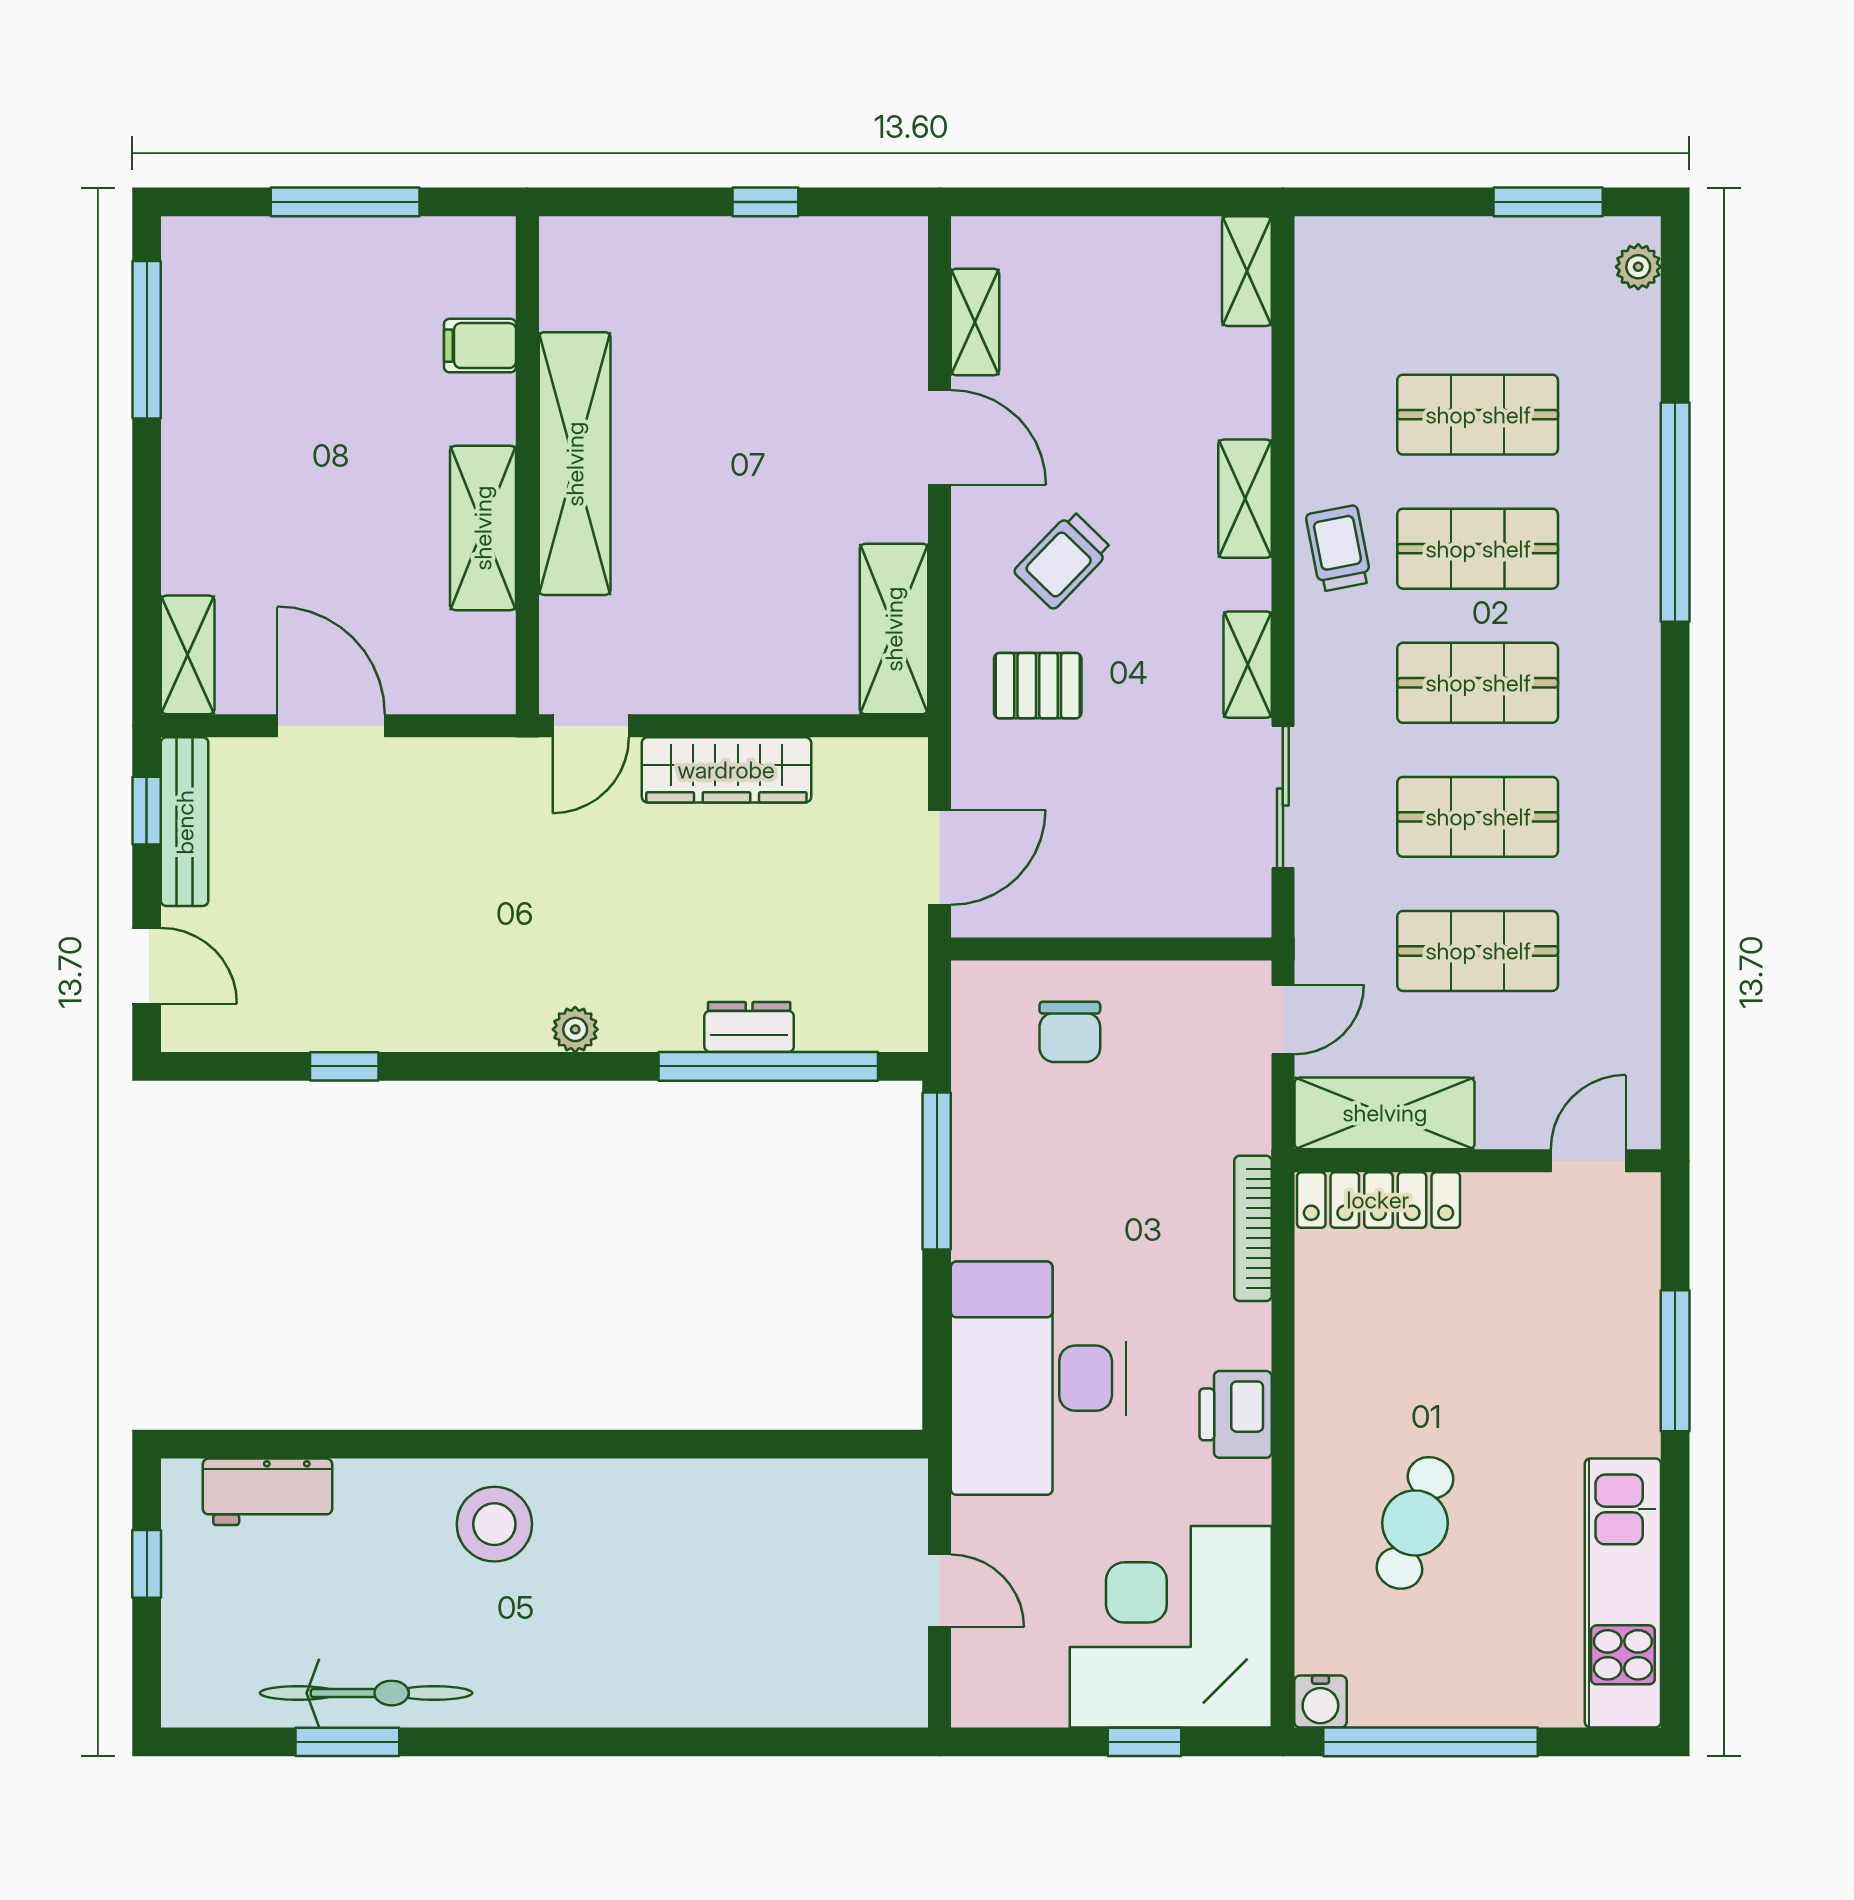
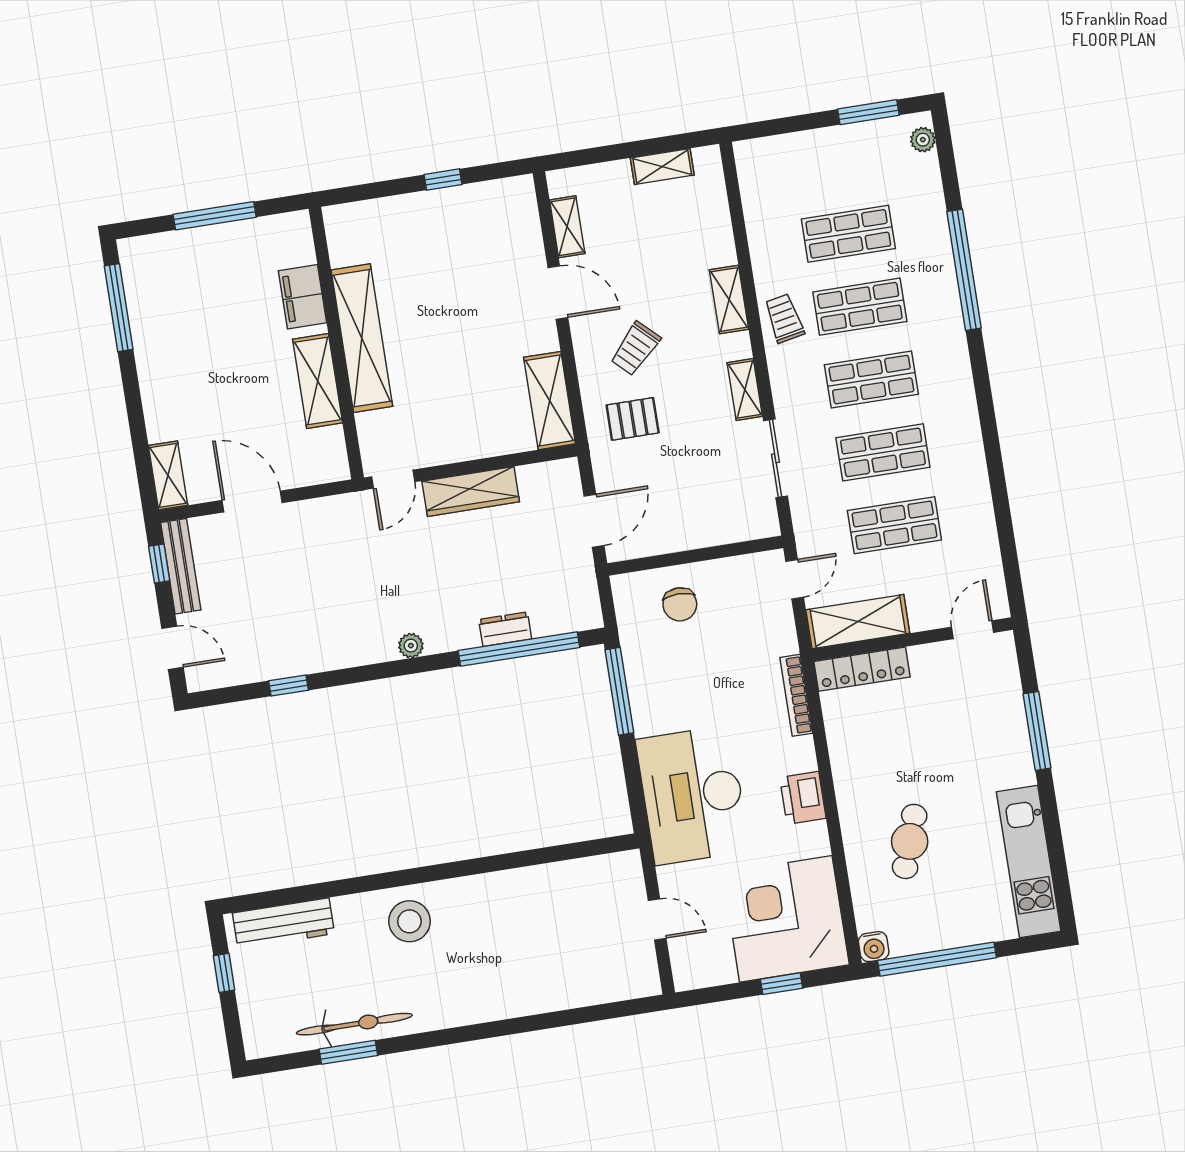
shelving: (1247, 271) -> (662, 167), moved, turned 90
filing cabinet: (480, 346) -> (303, 297), width x2.00
workbench: (267, 1492) -> (283, 923), width x1.38

